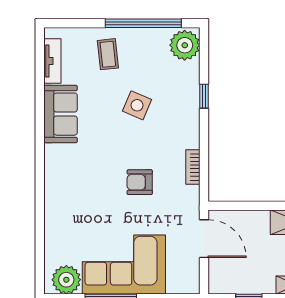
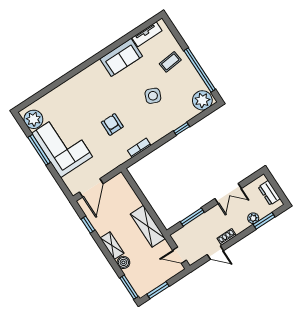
door: (204, 239) -> (91, 188), moved

